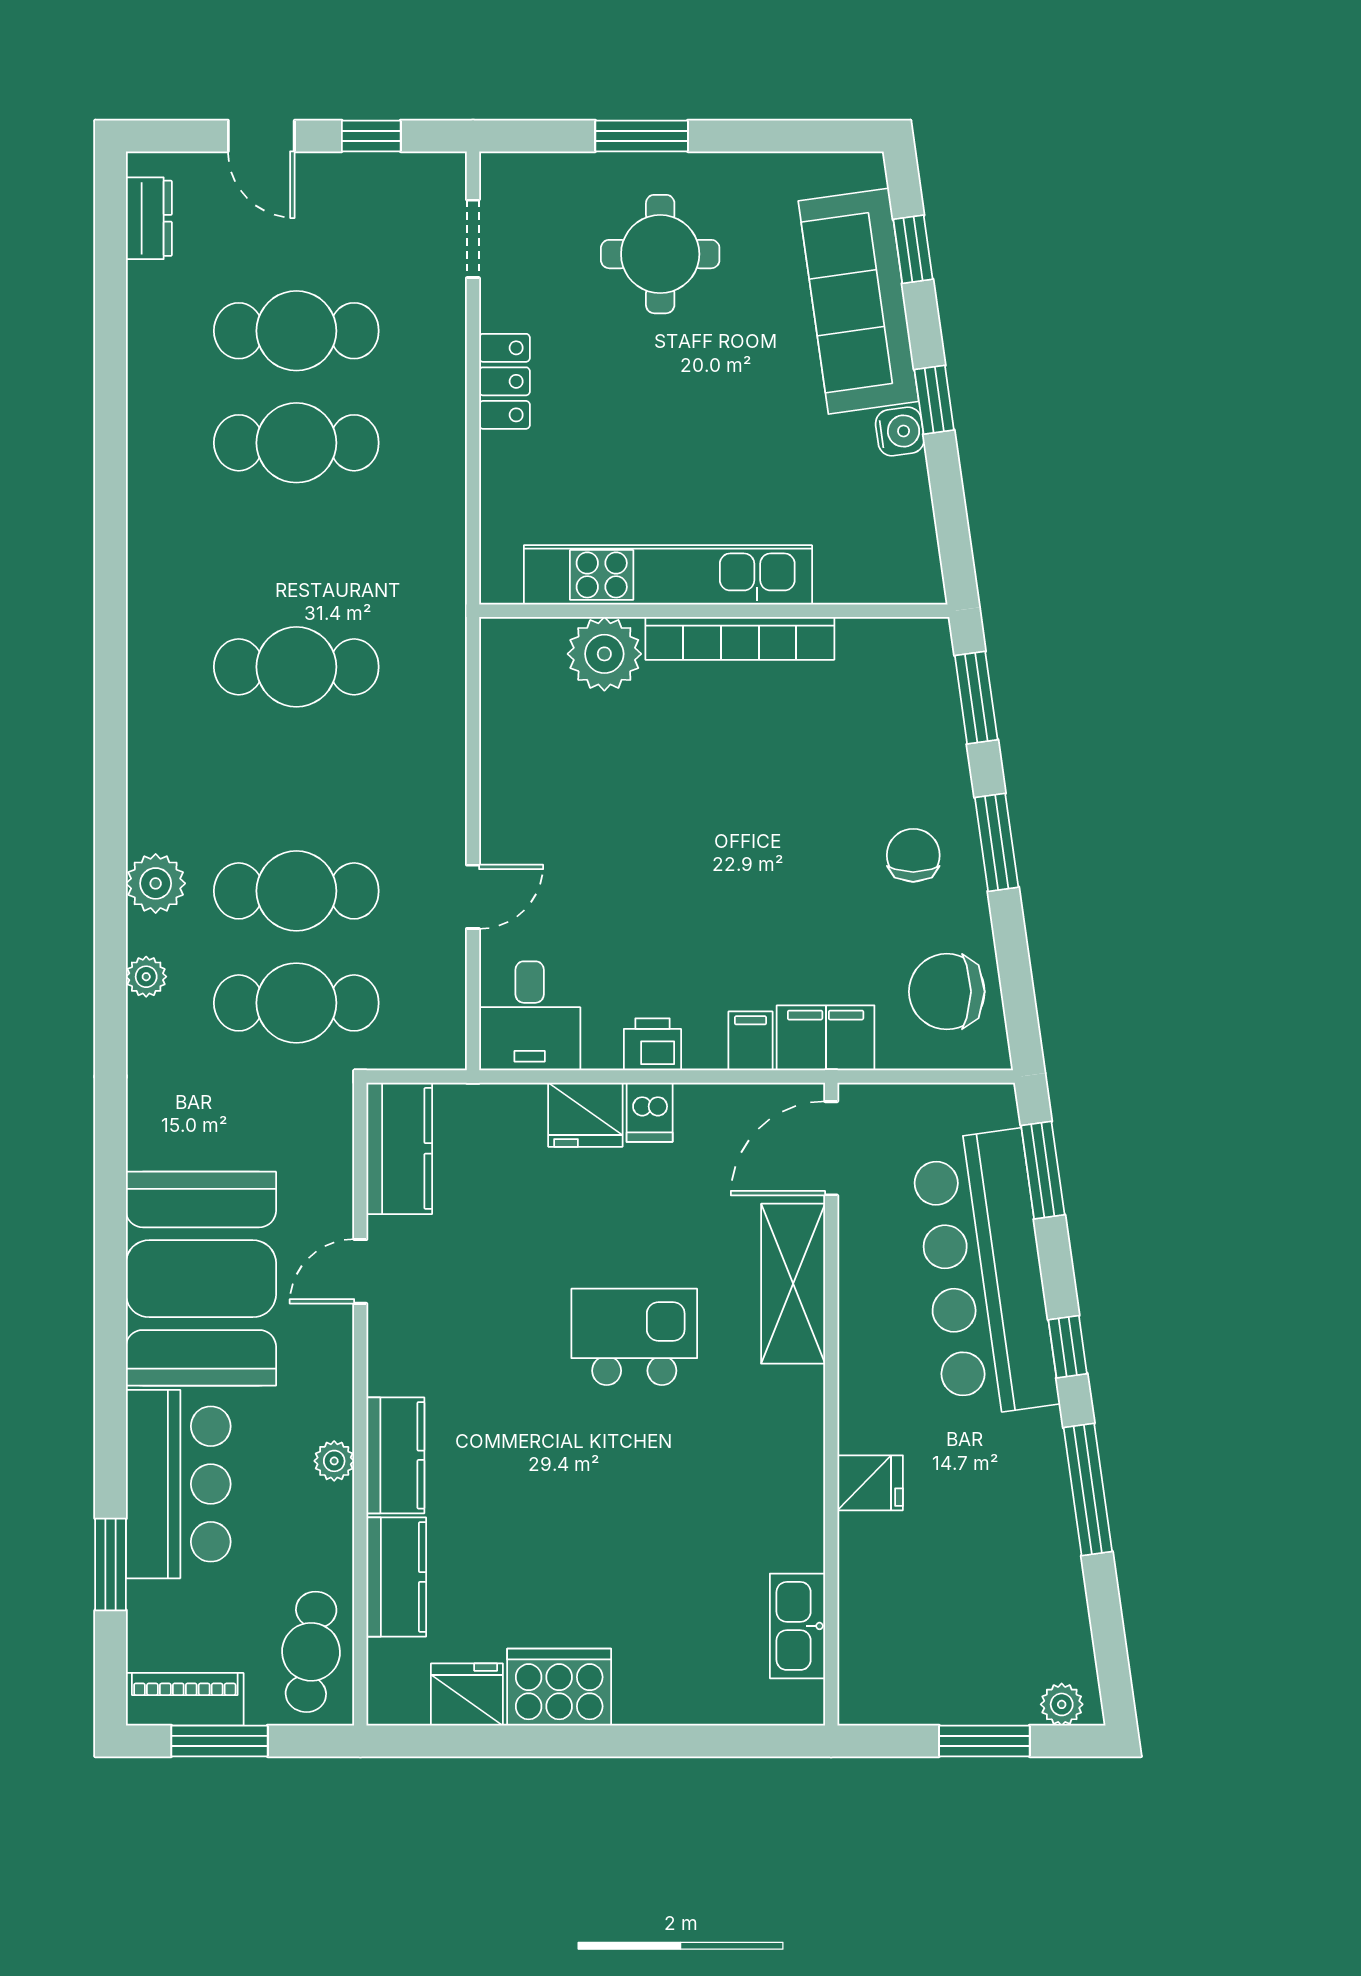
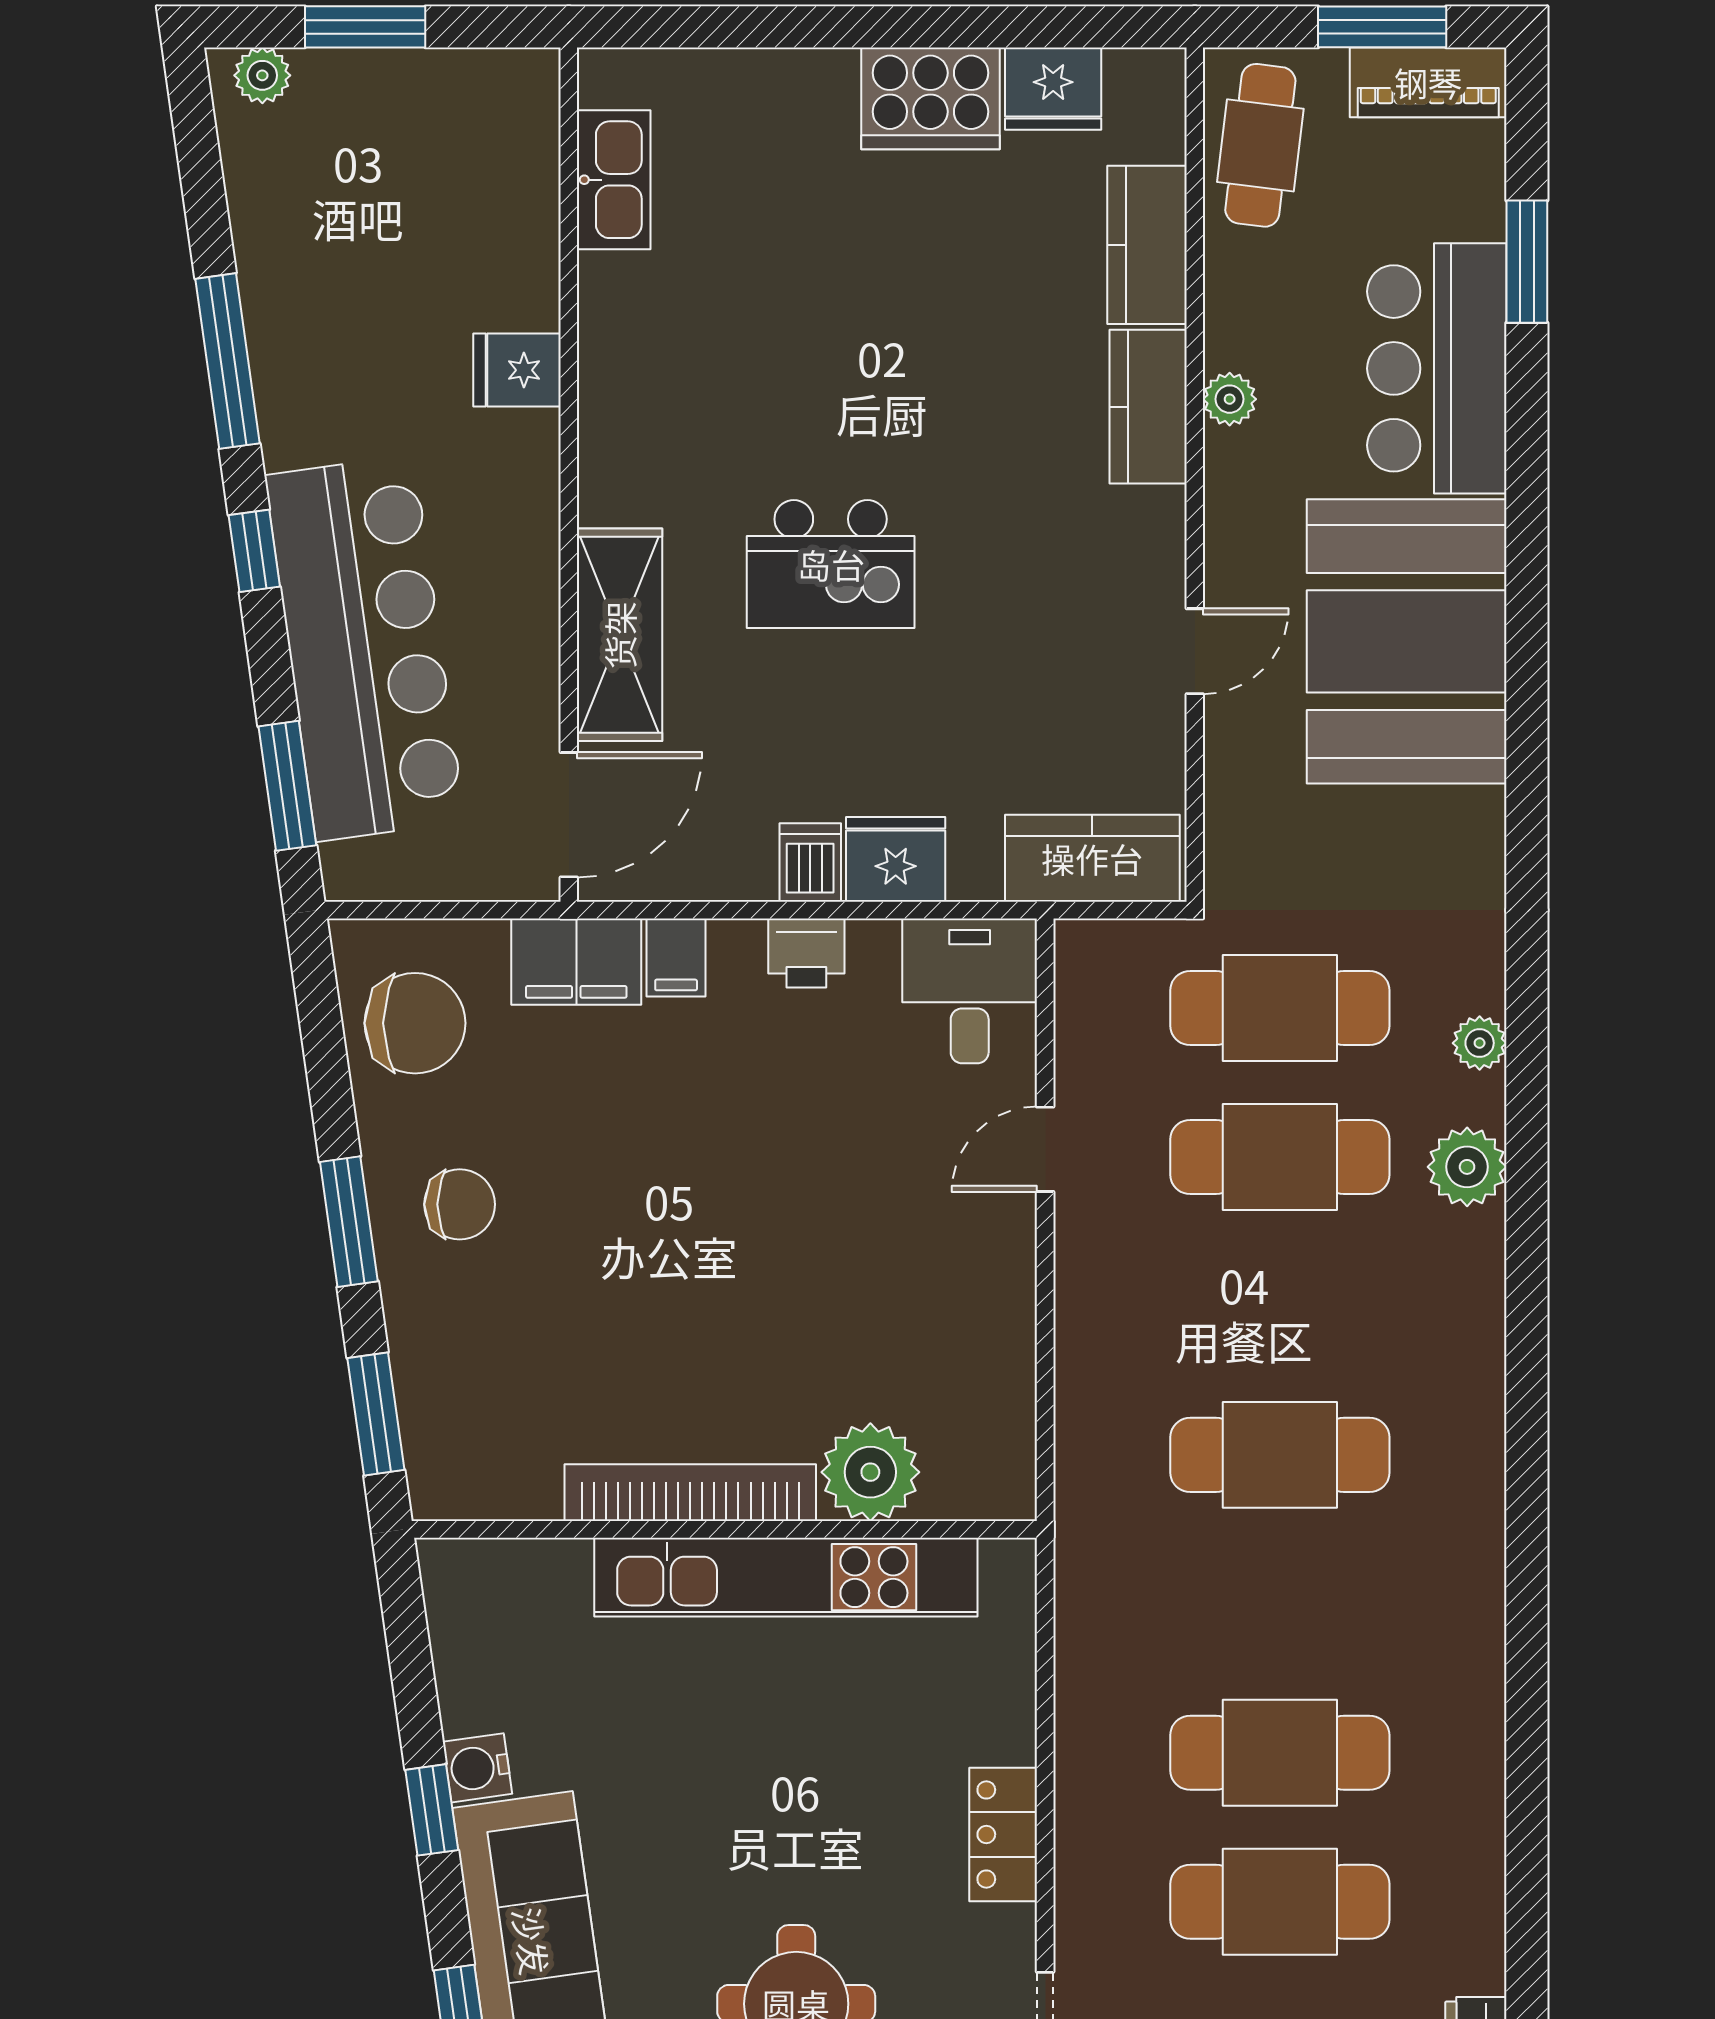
chair: (913, 855) -> (460, 1204), turned -90
kitchen counter: (399, 1148) -> (1092, 858), moved, turned 90

